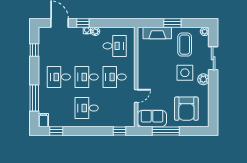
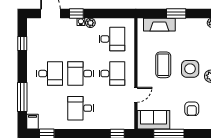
coffee table: (185, 45) -> (163, 65), moved
desk: (59, 77) -> (50, 74), turned 180
desk: (115, 77) -> (112, 74), turned 180
armchair: (186, 109) -> (192, 109), width x0.53, depth x0.53

